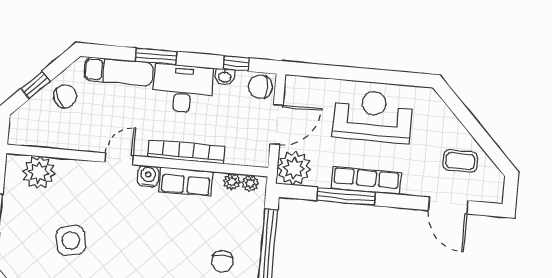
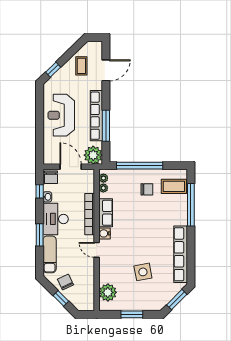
window: (458, 108) -> (53, 70), added
row of seats: (366, 181) -> (96, 116), width x1.36

